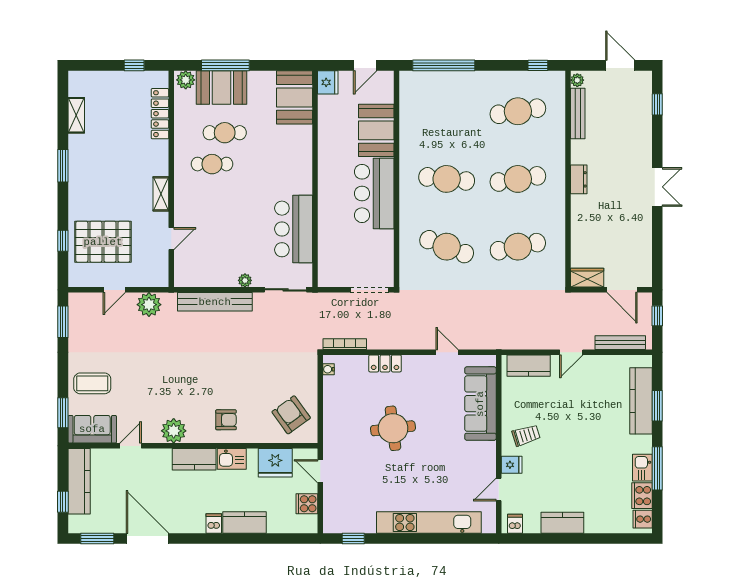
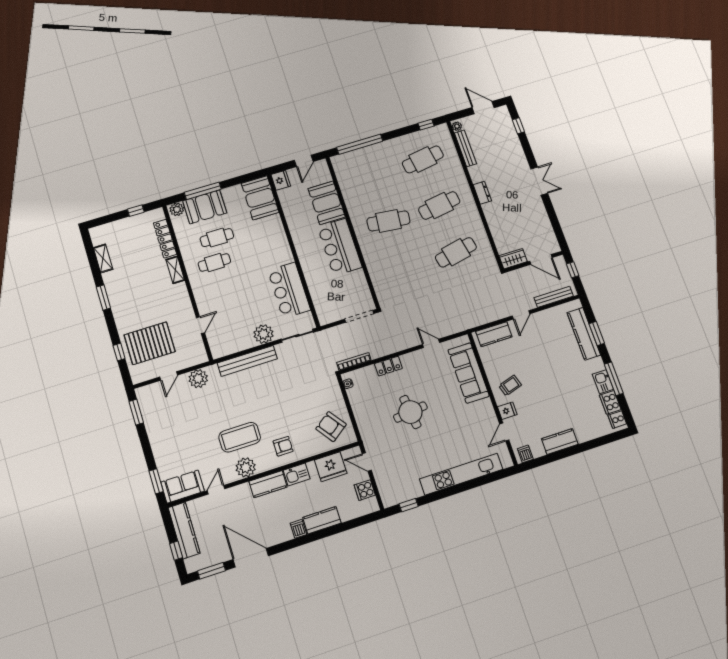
shelving: (161, 194) -> (175, 270), moved
cafe table: (447, 247) -> (405, 268), removed
plant: (245, 280) -> (264, 334), width x1.88, depth x1.88
coffee table: (92, 383) -> (240, 437), moved, width x1.36, depth x1.32

